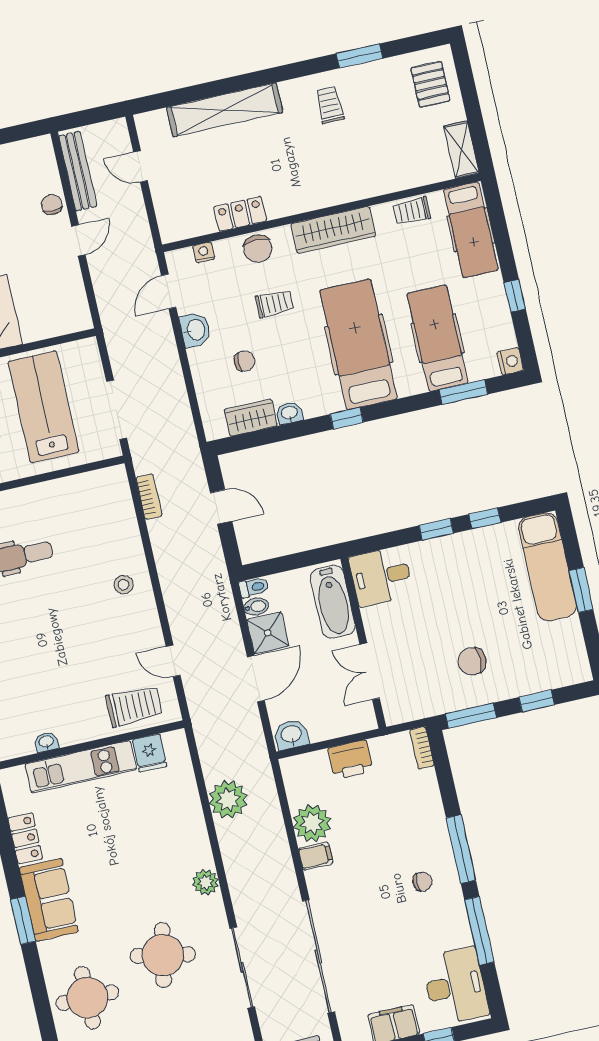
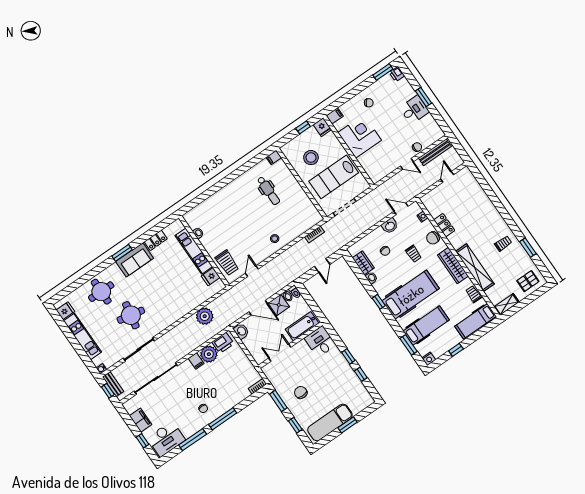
shelving: (225, 110) -> (475, 268), moved
lab bench: (43, 407) -> (334, 177), turned 180
exam couch: (547, 567) -> (330, 422), moved
printer: (350, 760) -> (223, 343), moved, turned -90
plant: (206, 882) -> (167, 321), removed

